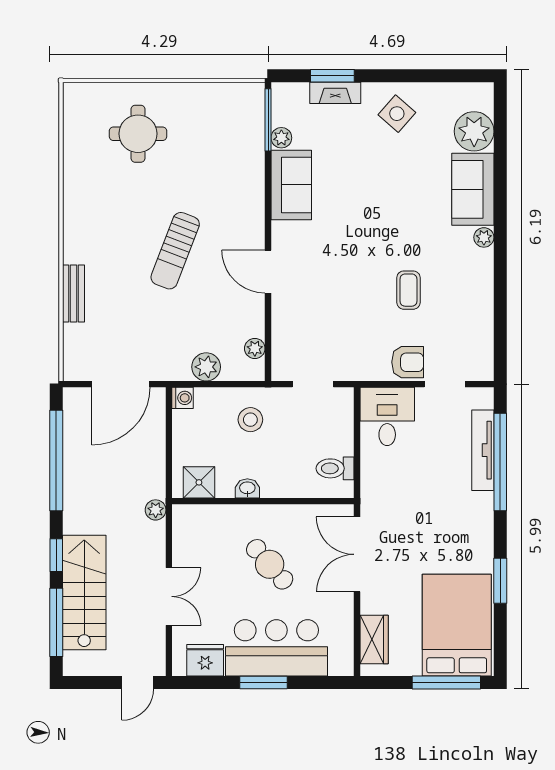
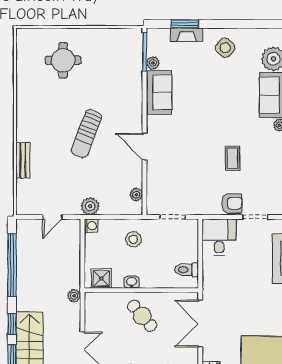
plant: (206, 367) -> (90, 206), moved
door: (121, 384) -> (52, 217), width x0.53
cafe table: (270, 564) -> (142, 316), moved

